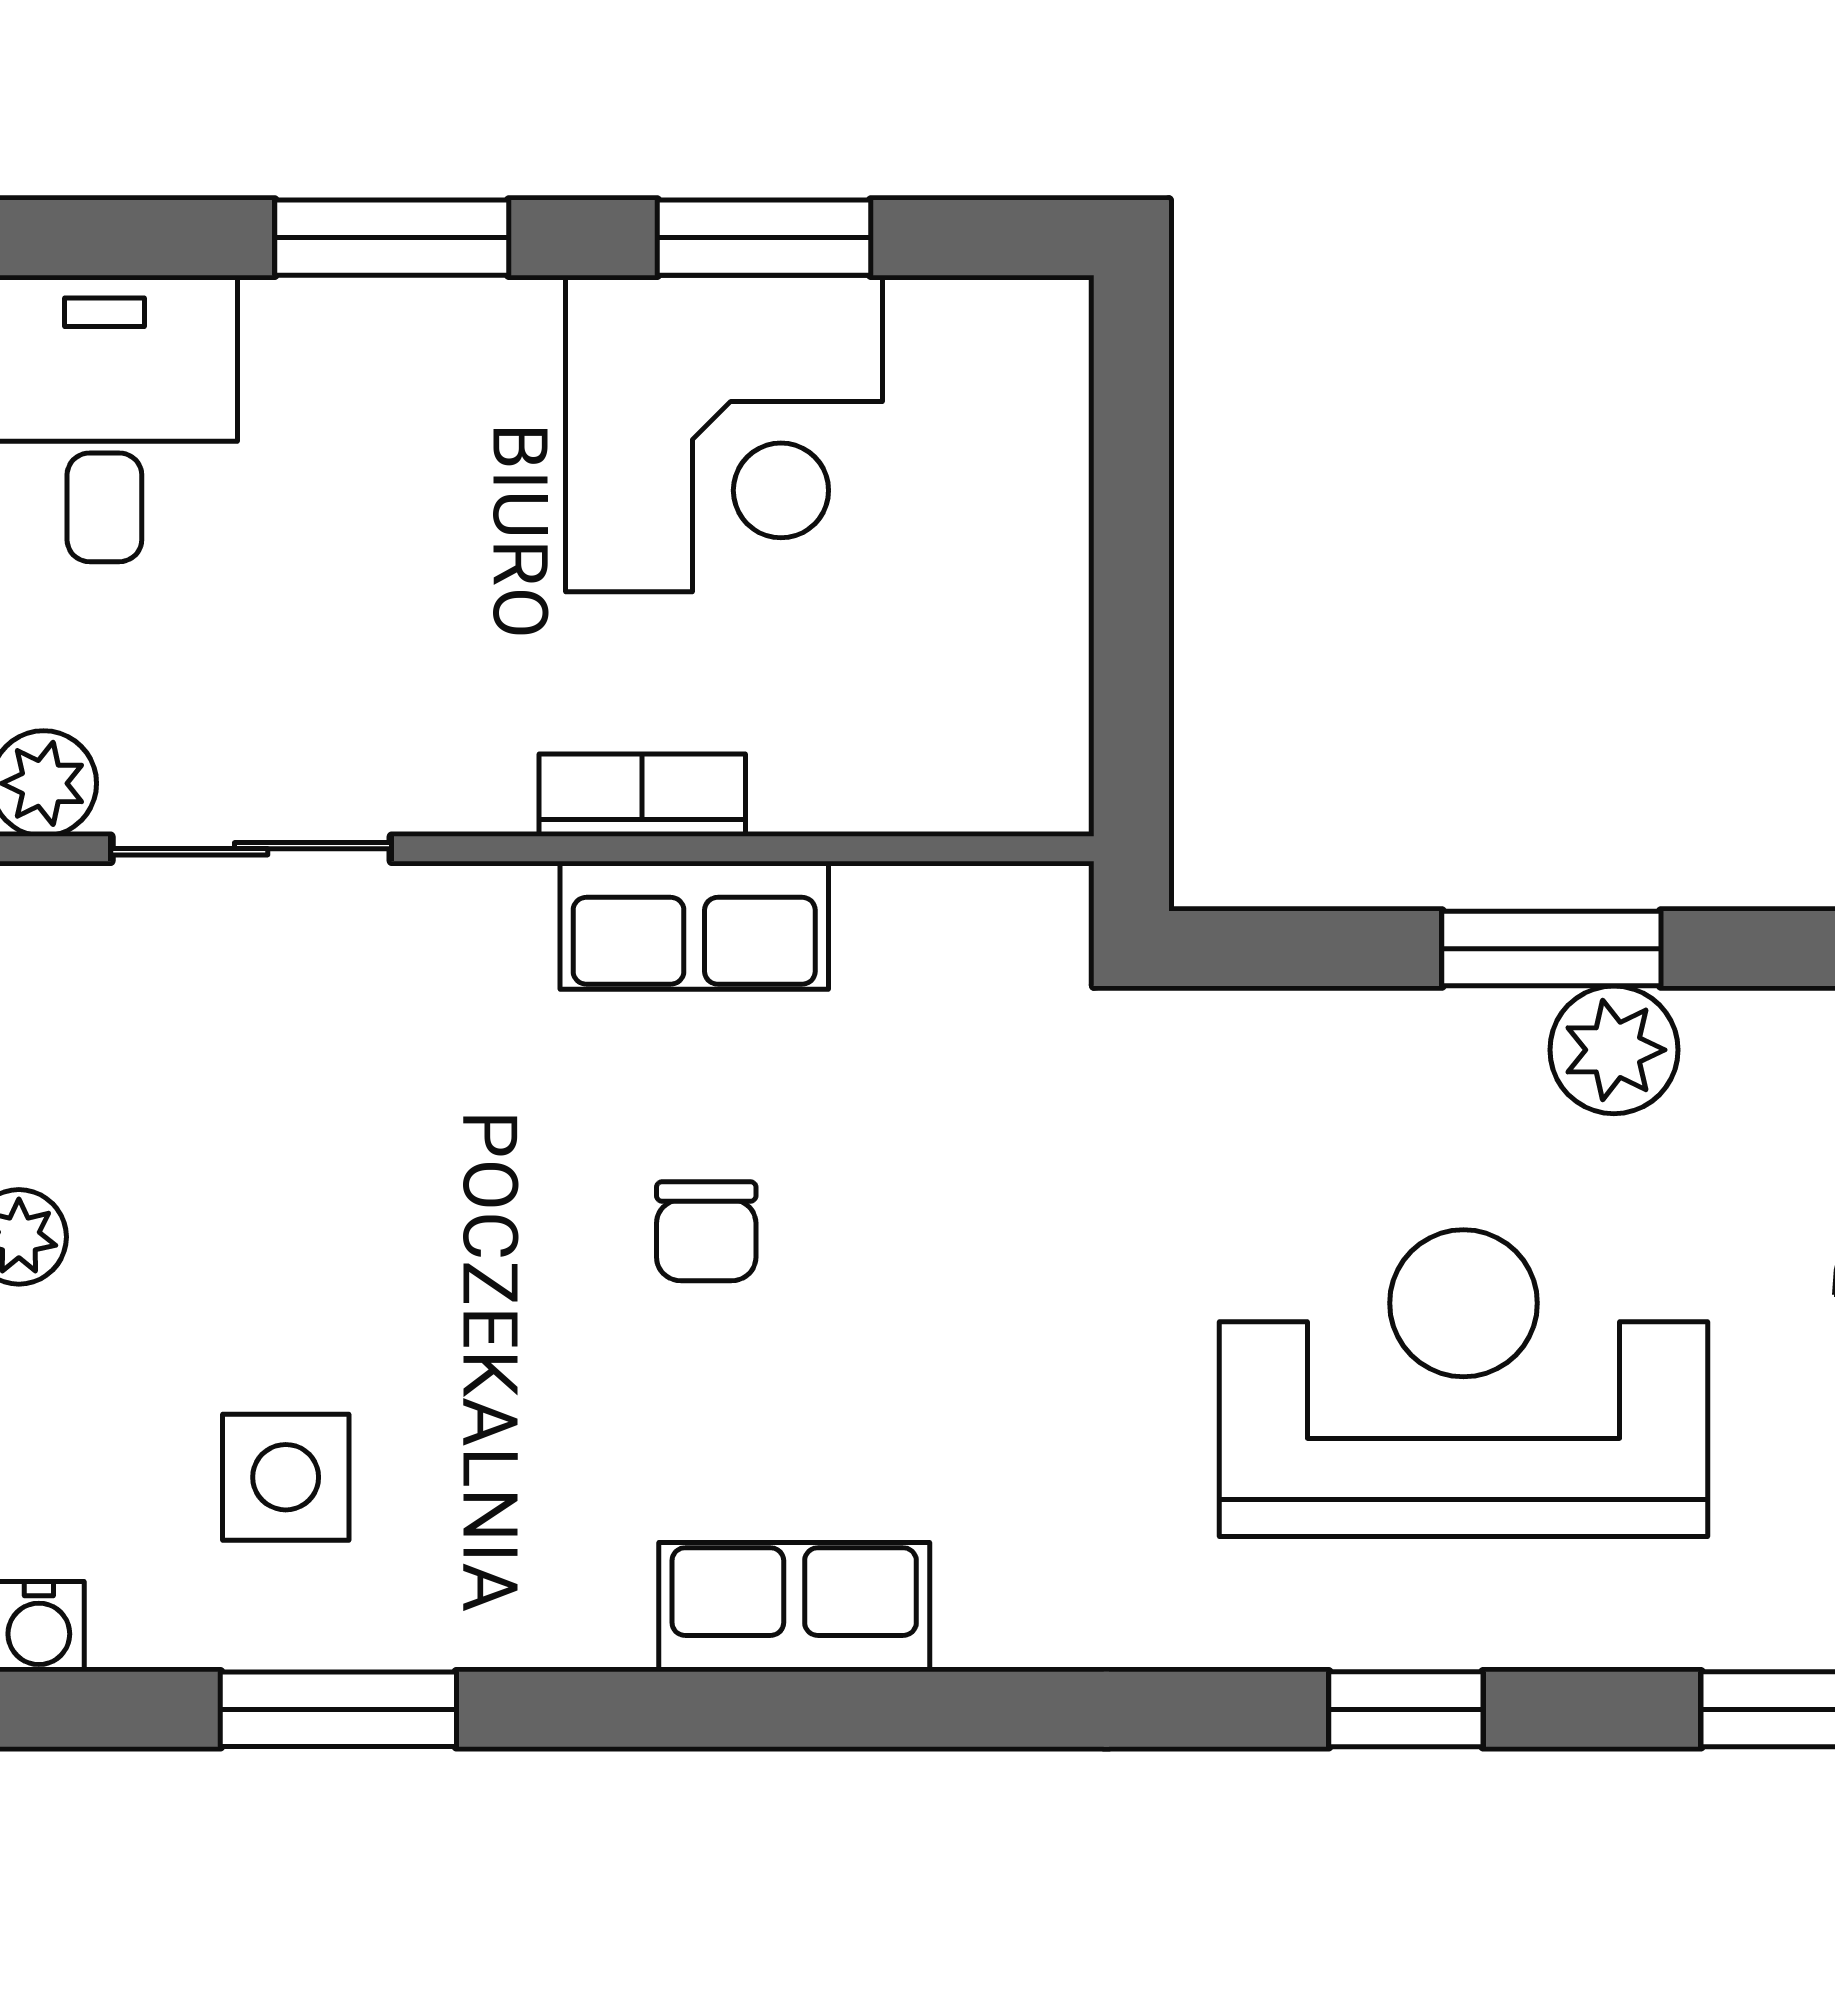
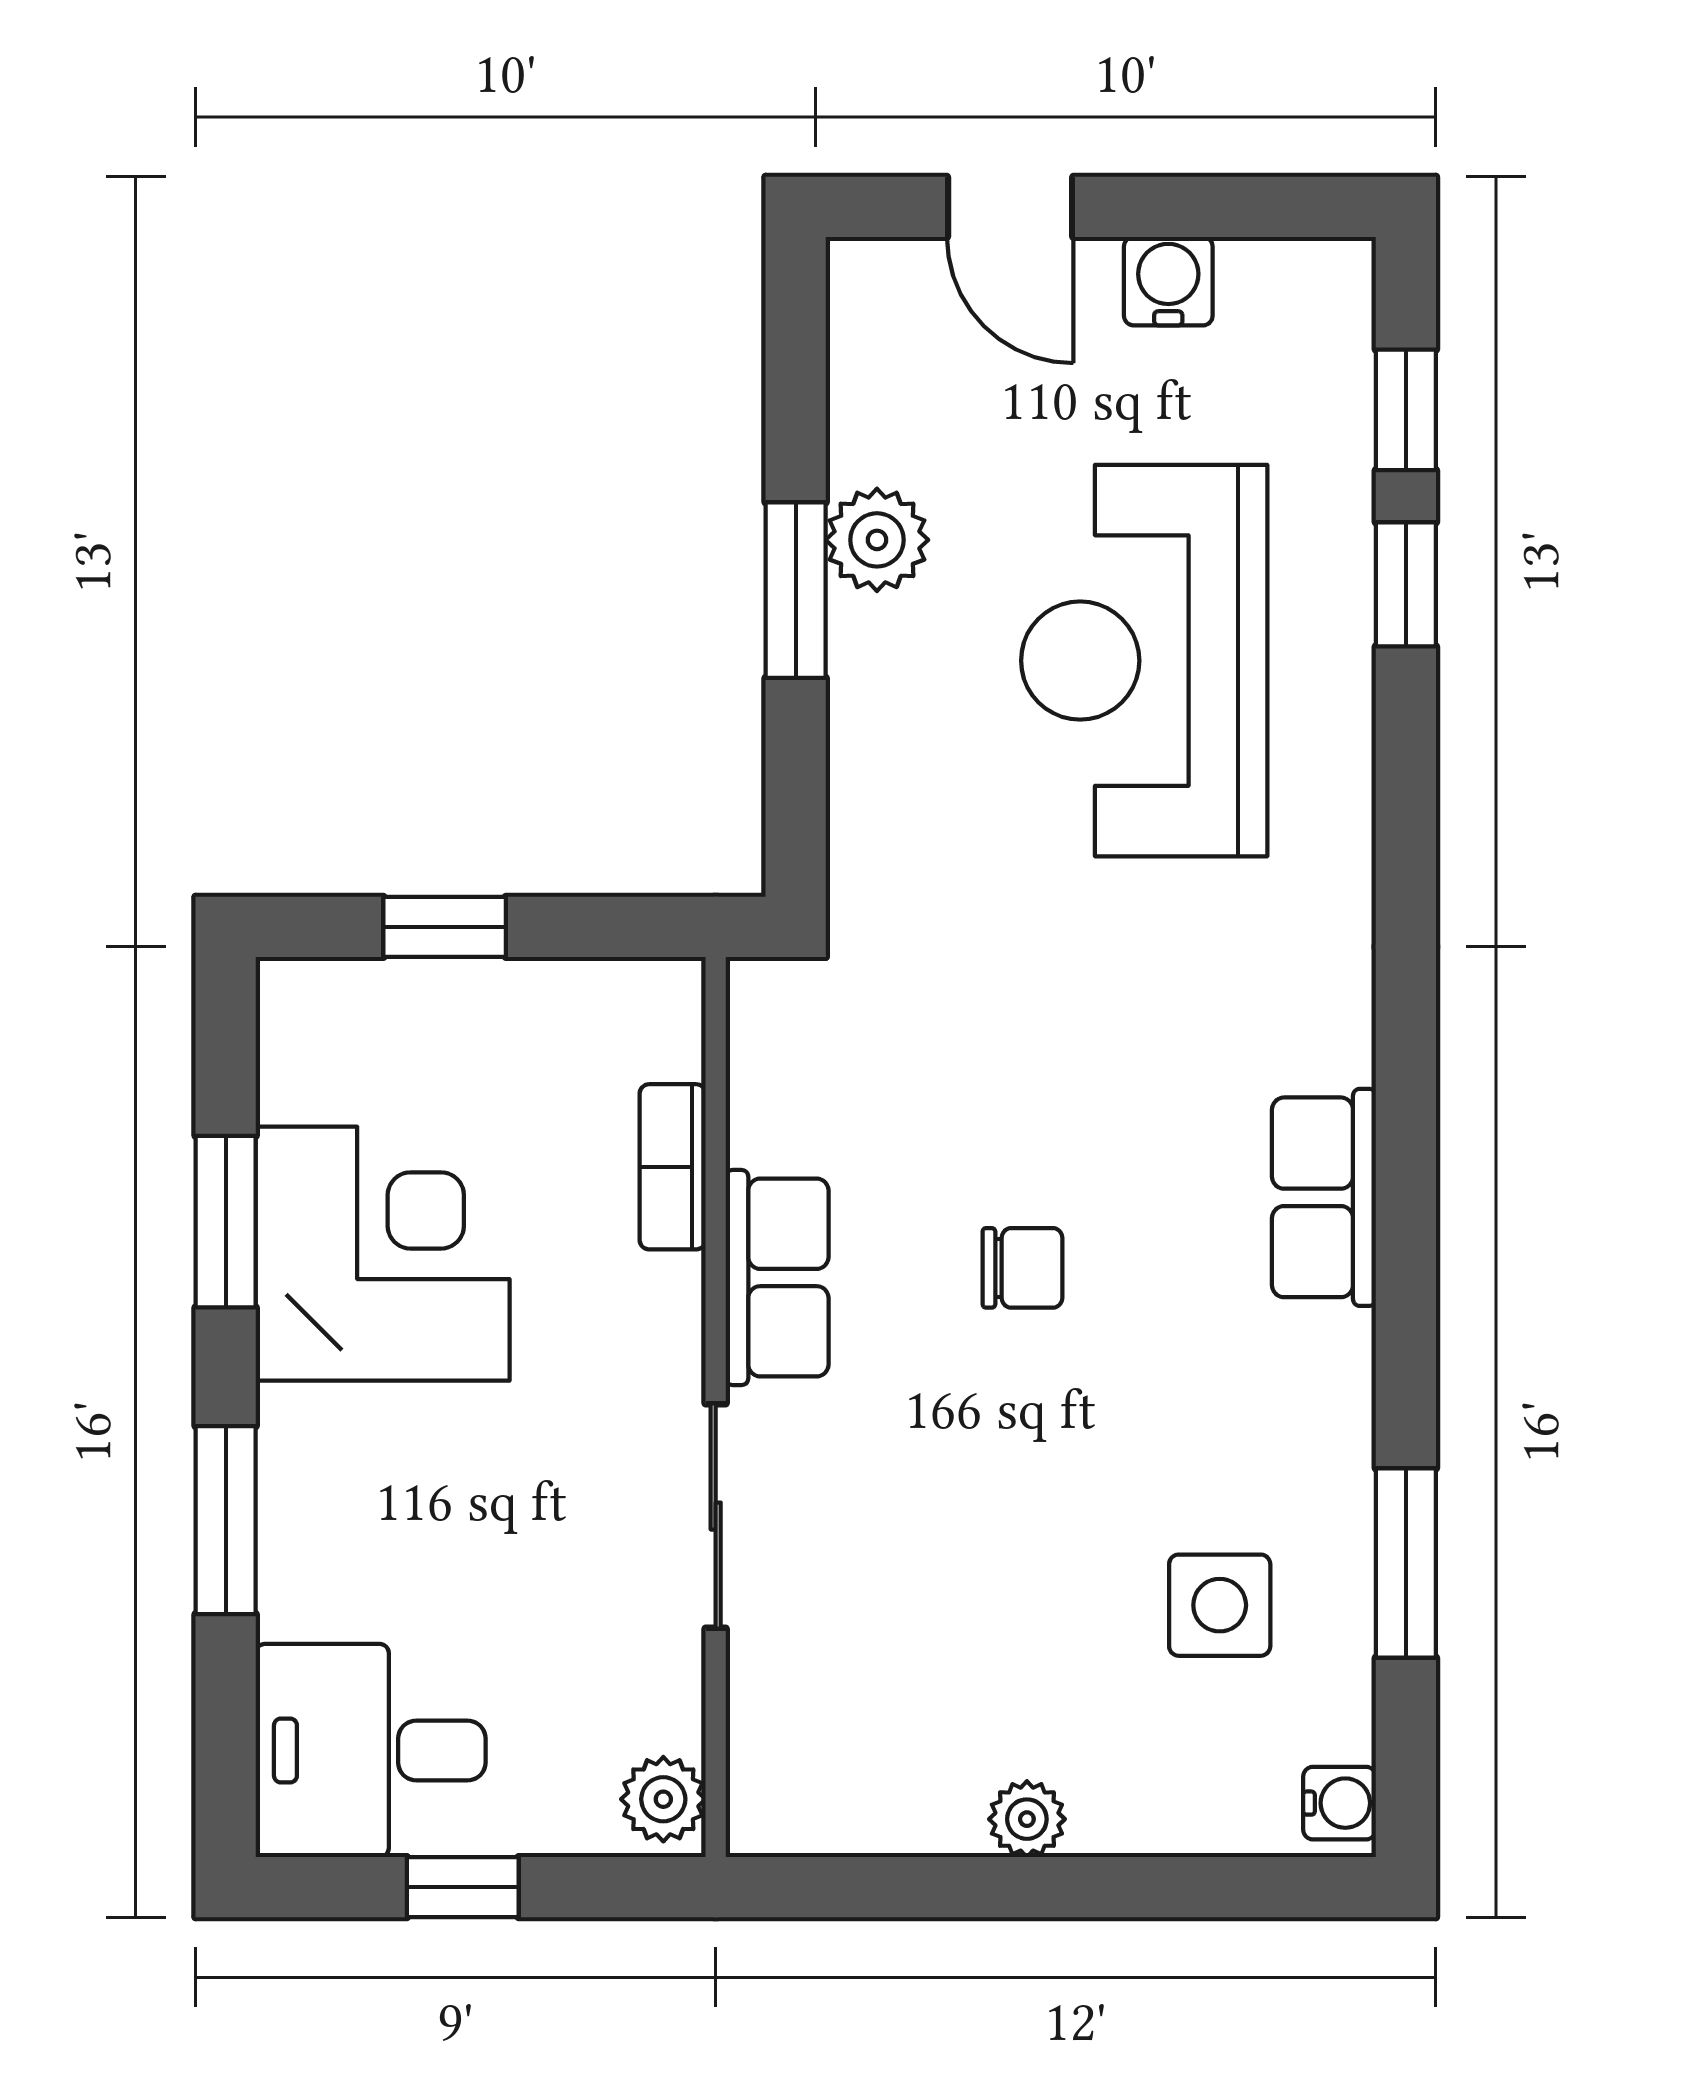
window: (1131, 511) -> (445, 927), added
bookcase: (642, 795) -> (673, 1167), moved
sliding door: (251, 849) -> (716, 1516), moved
window: (1406, 1709) -> (1406, 584), moved

